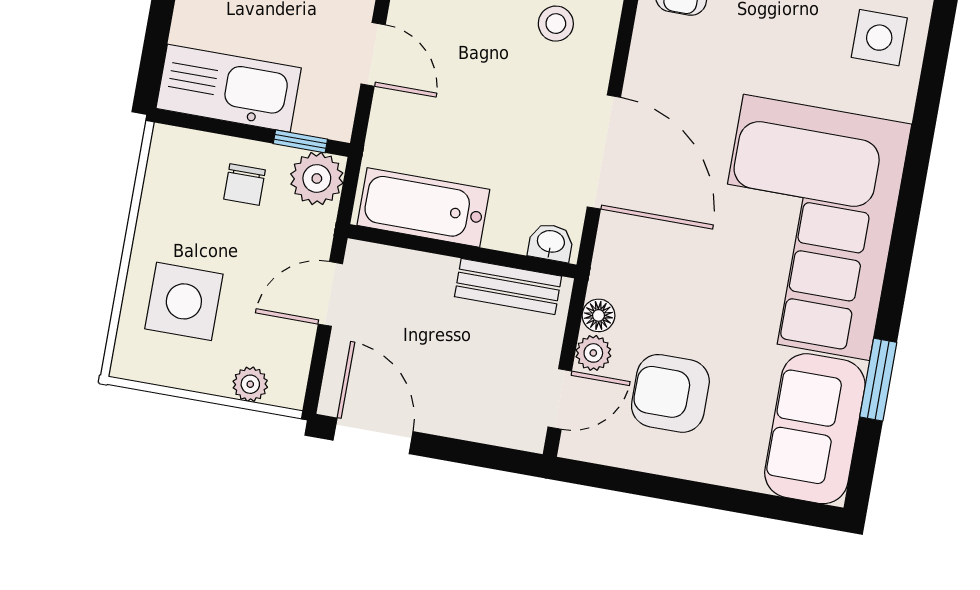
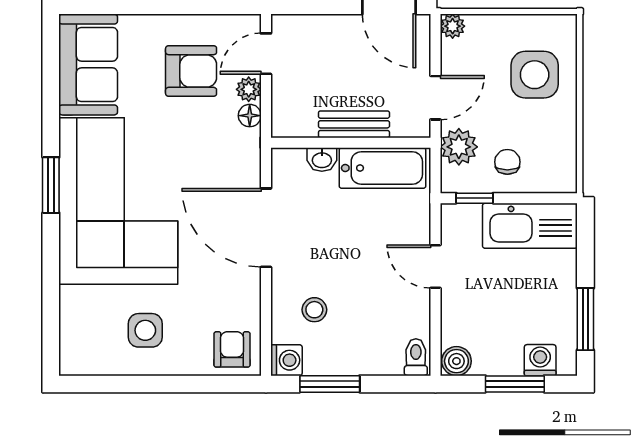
side table: (879, 38) -> (145, 330), moved
plant: (317, 178) -> (459, 147), moved
washbasin: (551, 242) -> (322, 160), moved
bench: (508, 286) -> (354, 124), moved
window: (878, 380) -> (51, 185), moved
plant: (250, 384) -> (453, 26), moved

